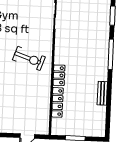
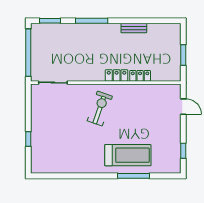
locker: (57, 102) -> (140, 76), width x0.66

